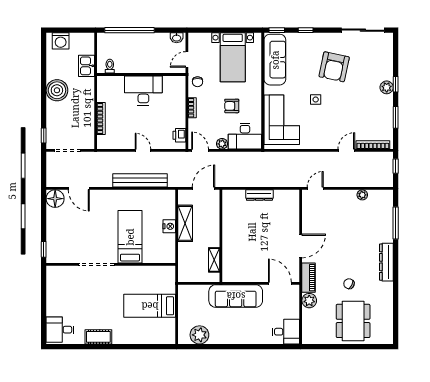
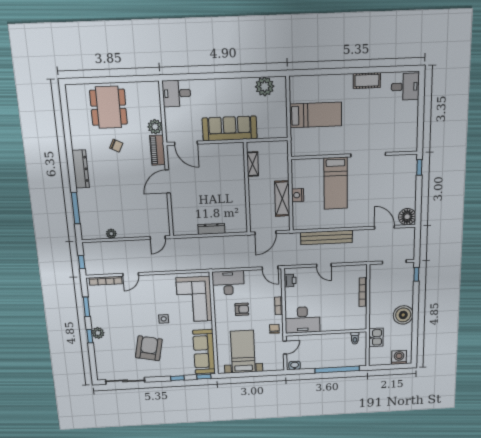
desk: (143, 90) -> (303, 320), moved
plant: (222, 144) -> (250, 275), removed

